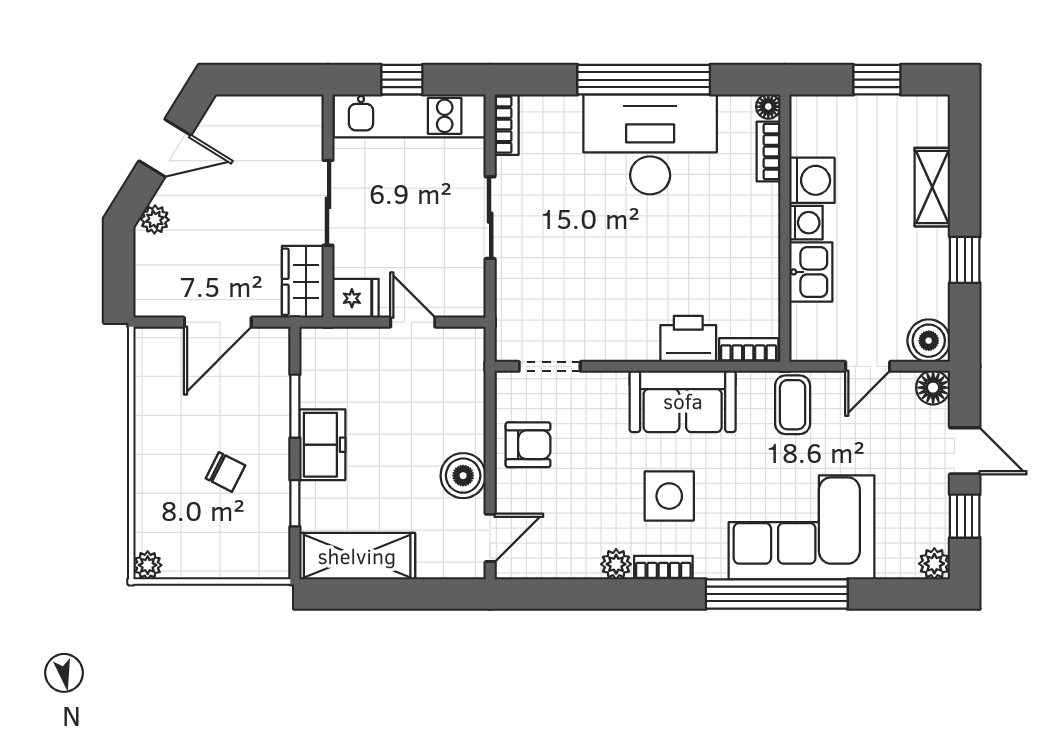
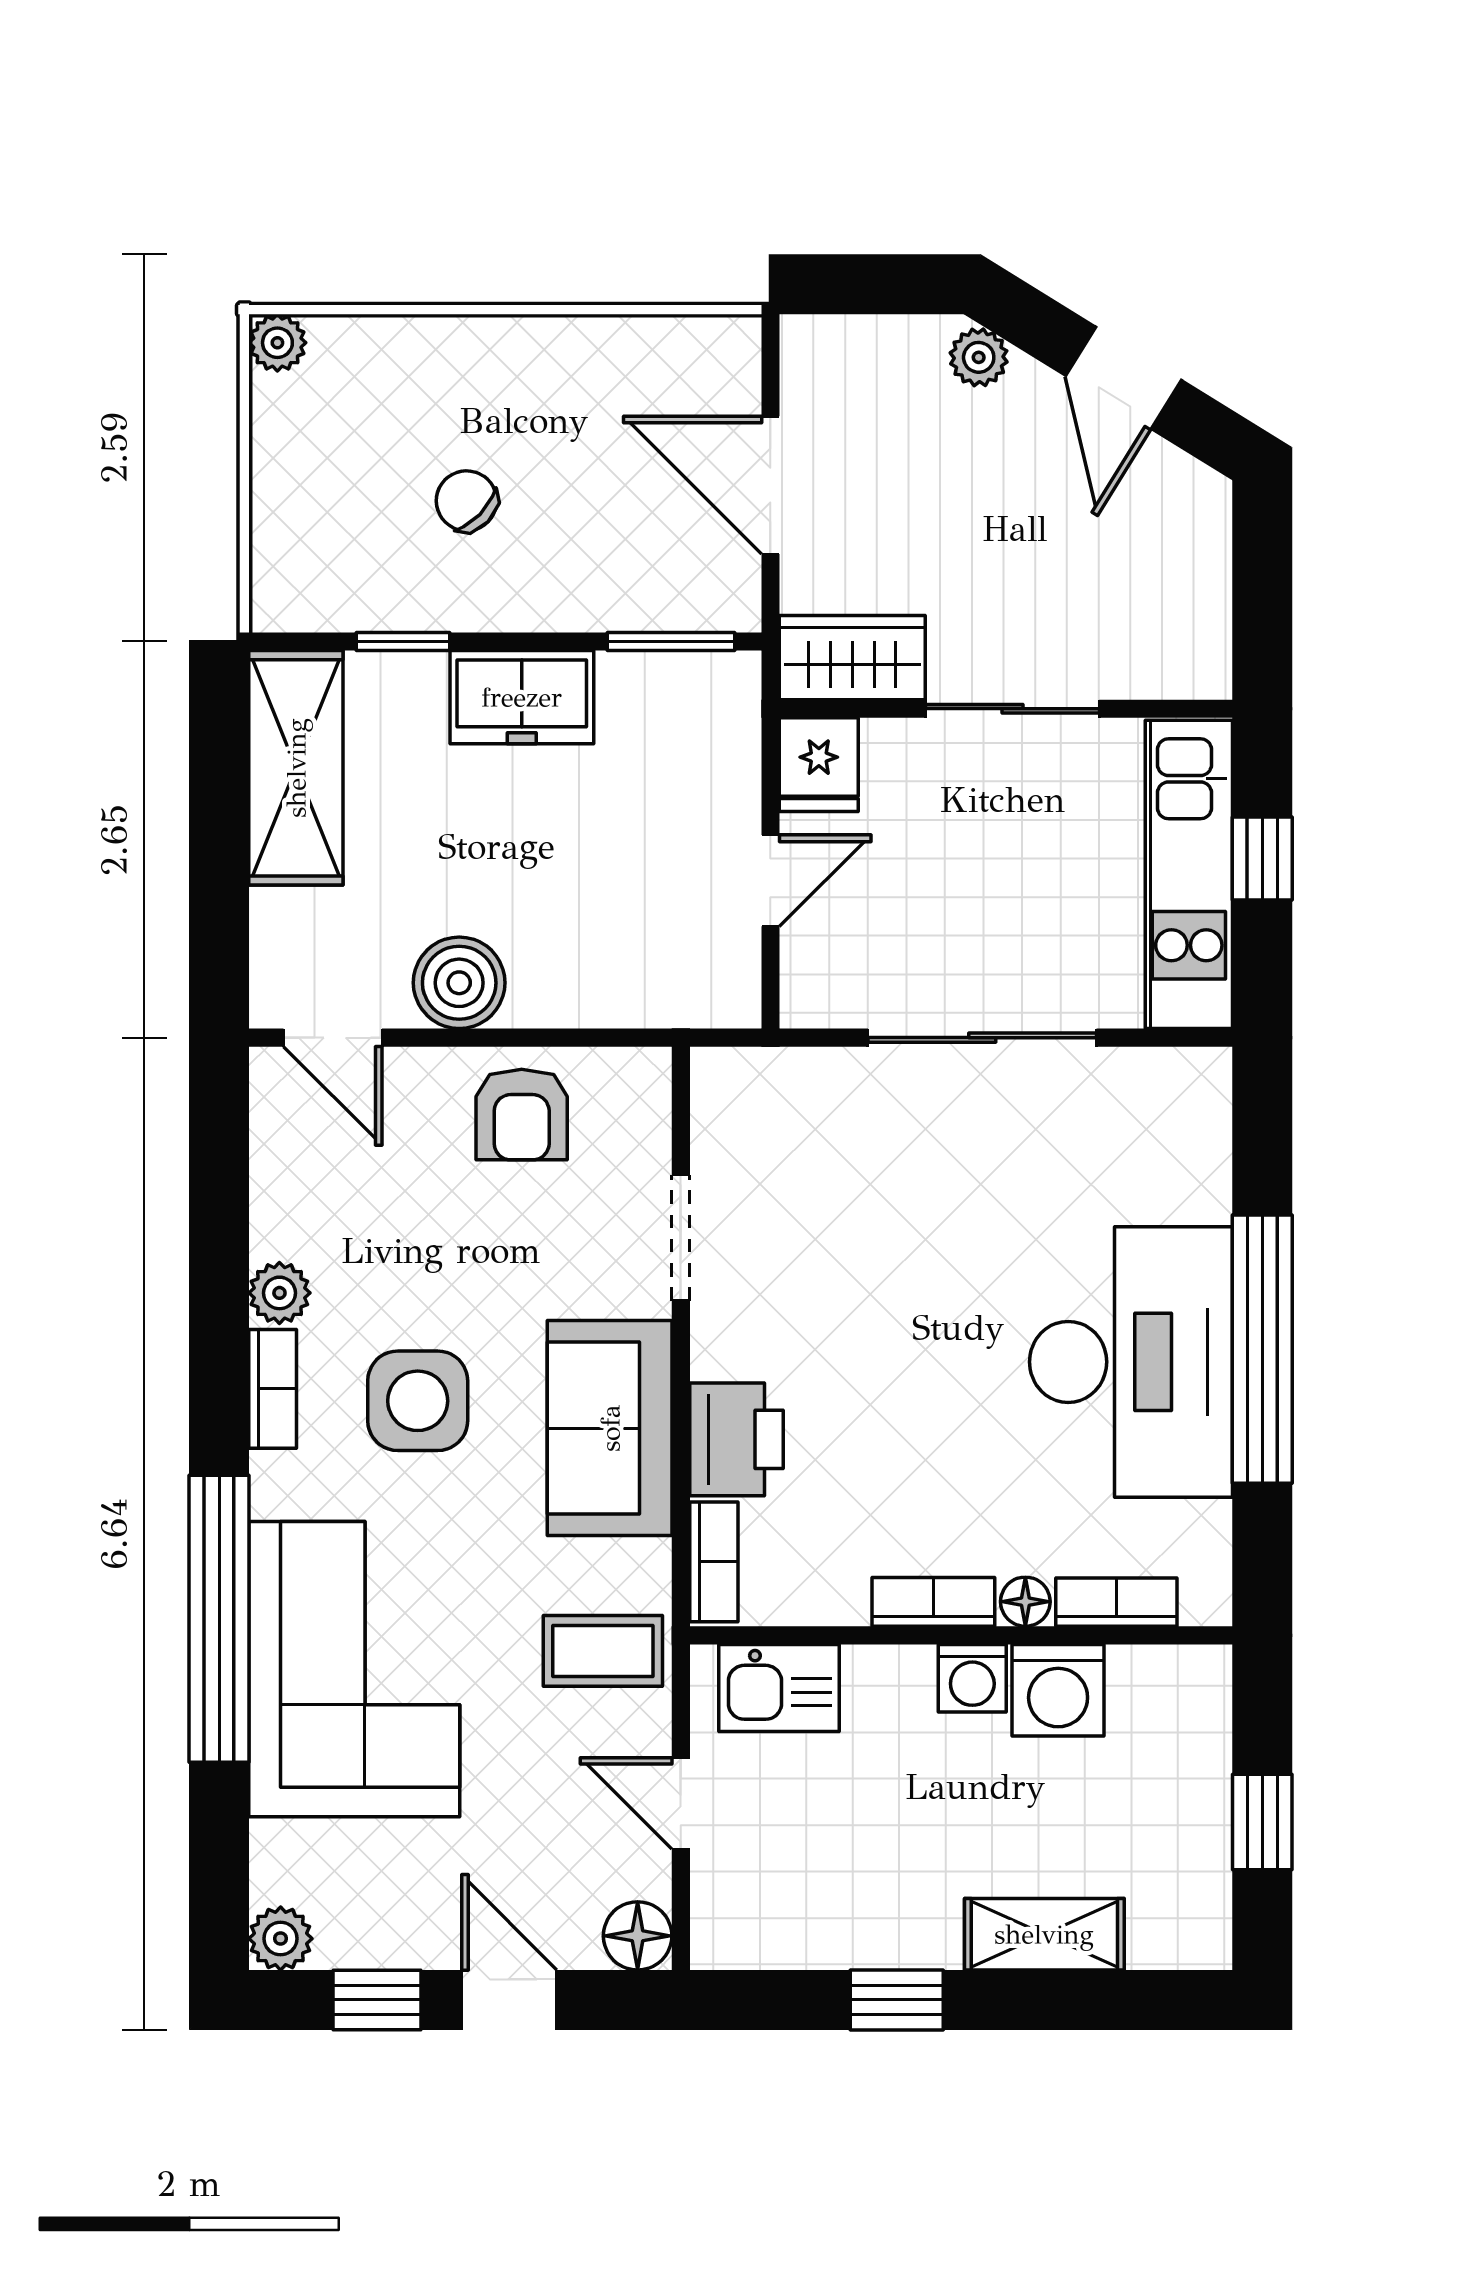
floor lamp: (768, 107) -> (1025, 1602), moved
bookcase: (507, 125) -> (933, 1602), moved, turned 180
sliding door: (490, 218) -> (982, 1038), width x1.37
kitchen sink: (811, 272) -> (779, 1688), moved
boiler: (929, 341) -> (733, 1927), removed
doorway: (550, 366) -> (681, 1238), moved
window: (295, 406) -> (671, 641), moved
door: (965, 451) -> (509, 2000), swing flipped
chair: (225, 472) -> (467, 501), turned 107

